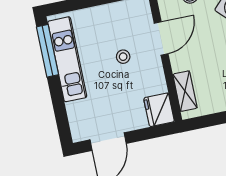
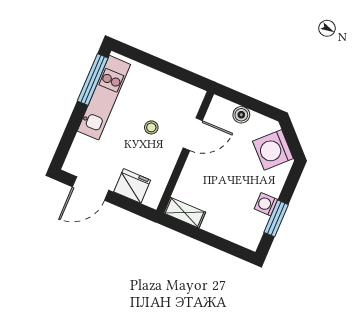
shelving: (185, 91) -> (185, 213), moved, turned 90
fridge: (159, 110) -> (132, 186), moved, turned 90

